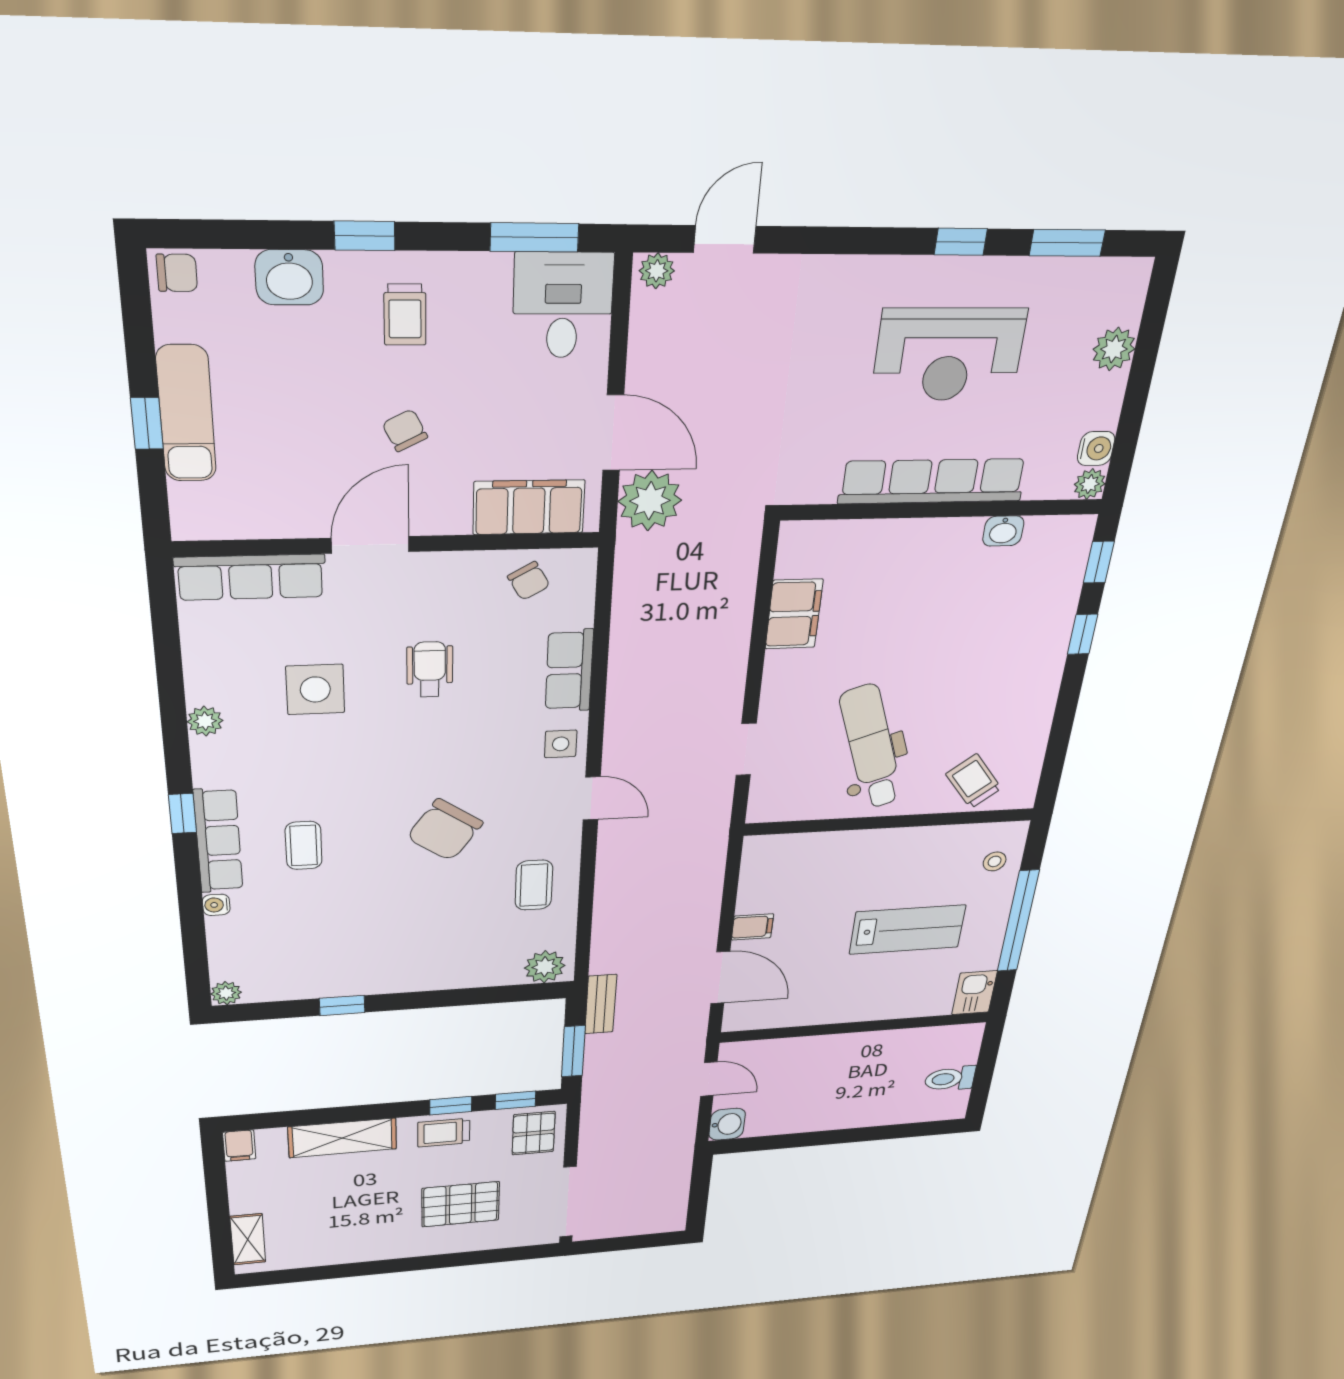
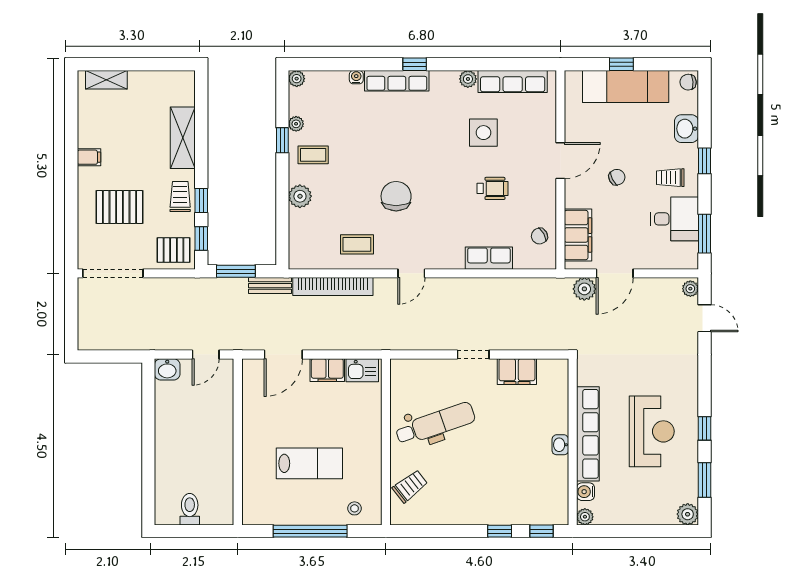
chair: (177, 273) -> (688, 82), turned 87
desk: (563, 305) -> (675, 219), moved
plant: (1114, 349) -> (688, 514), moved
reception desk: (949, 355) -> (652, 431), turned 180
exam couch: (186, 414) -> (626, 86), width x1.36, depth x1.45
water cooler: (1096, 448) -> (586, 492), moved, turned 90
plant: (650, 501) -> (584, 289), width x0.73, depth x0.73
washbasin: (1003, 531) -> (560, 445), moved
door: (370, 545) -> (560, 161), hinge flipped
row of seats: (251, 577) -> (513, 82), moved, turned -90
side table: (561, 744) -> (446, 255), removed
doorway: (746, 749) -> (473, 355), moved
chair: (445, 830) -> (396, 196), turned 55
coffee table: (304, 846) -> (313, 155), moved
bookcase: (608, 916) -> (333, 287), added
filing cabinet: (752, 927) -> (327, 370), width x2.00
lab bench: (908, 930) -> (309, 463), turned -90
plant: (545, 967) -> (300, 196), moved
plant: (311, 988) -> (296, 124), added
kitchen sink: (975, 993) -> (362, 370), moved, turned 180
filing cabinet: (239, 1146) -> (89, 157), moved, turned 180
pallet: (461, 1204) -> (119, 207), turned 90

